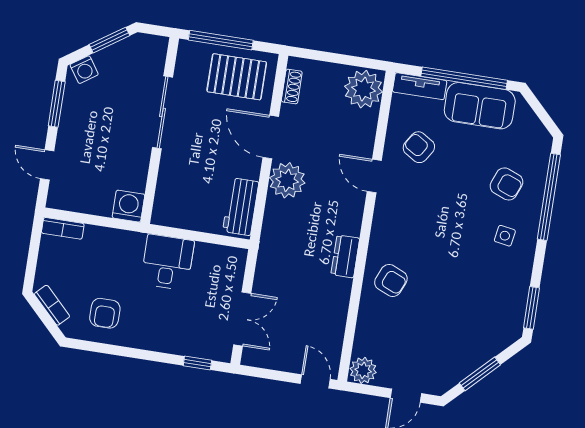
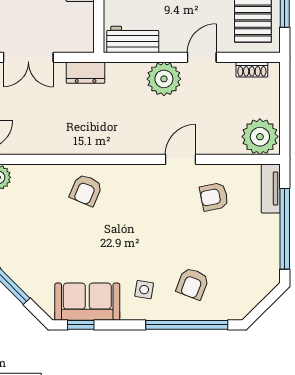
sofa: (480, 106) -> (87, 302), moved, turned 90
door: (271, 137) -> (202, 57), width x0.73
armchair: (419, 147) -> (214, 197), turned -133
dresser: (345, 256) -> (86, 73), moved, turned 180
window: (531, 308) -> (81, 325), width x0.67

